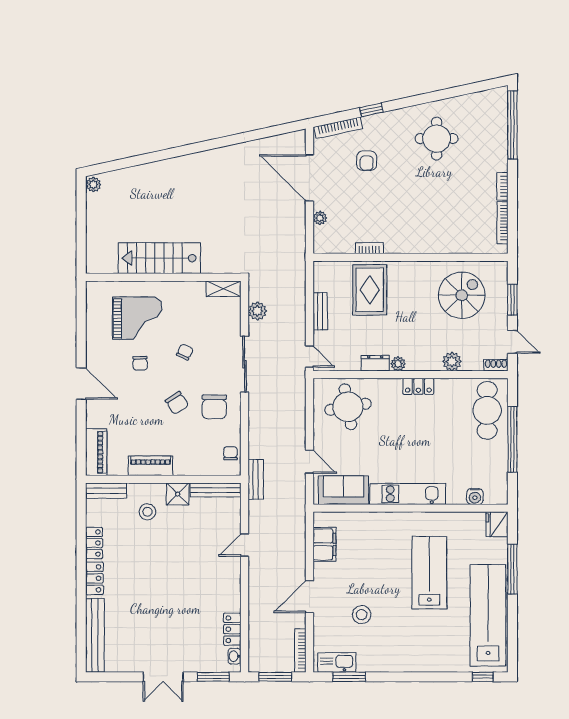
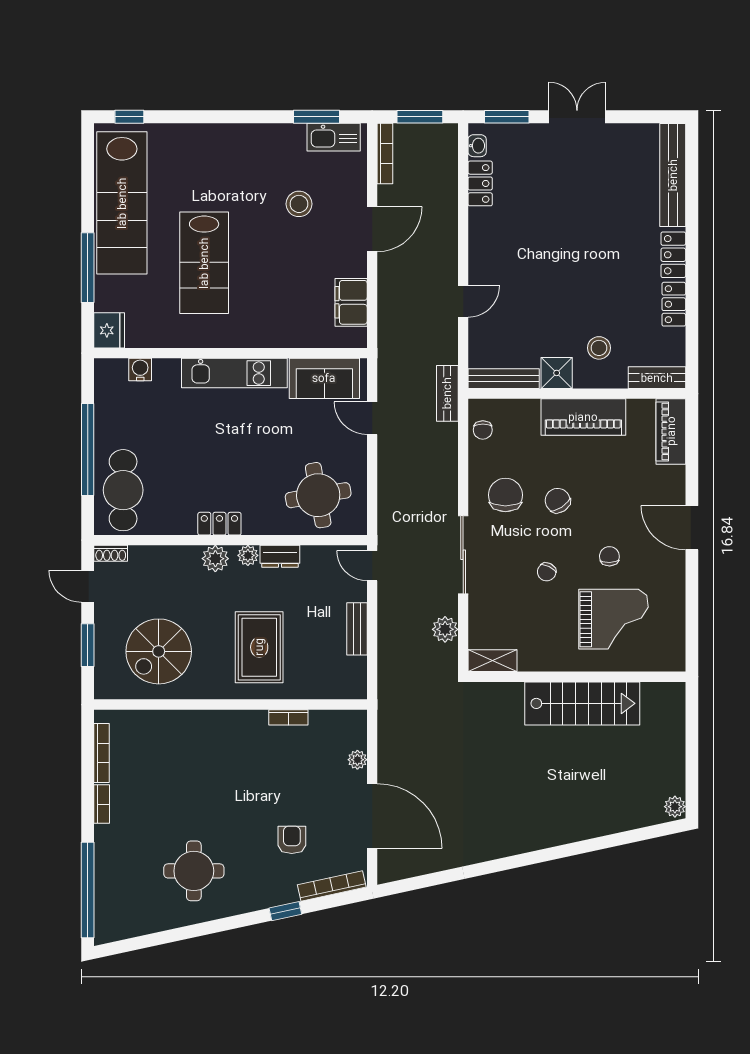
rug: (370, 290) -> (259, 647), moved
grand piano: (137, 318) -> (613, 619), turned 180
plant: (452, 361) -> (215, 559), moved
piano: (151, 466) -> (583, 417), width x1.37, depth x1.33

